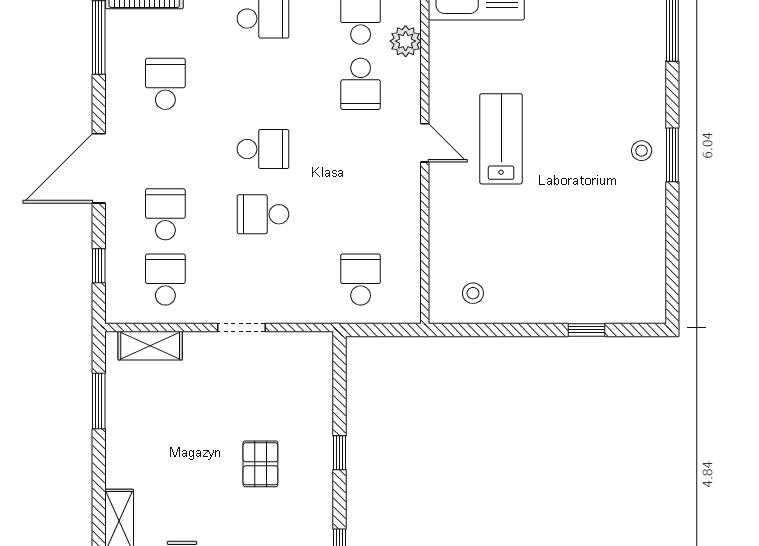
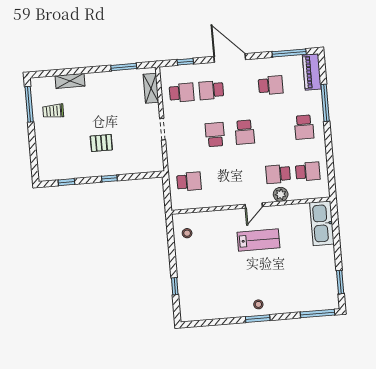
plant: (406, 41) -> (281, 194), moved
school desk: (165, 214) -> (211, 90), turned 180

